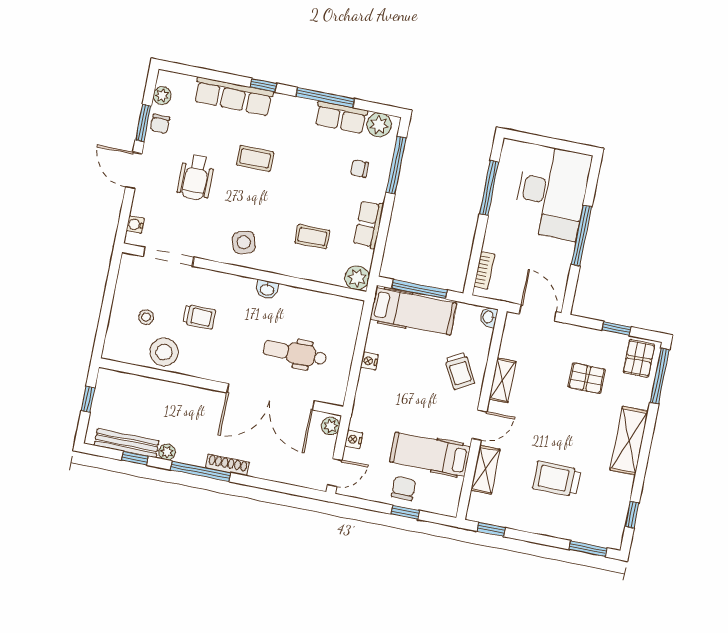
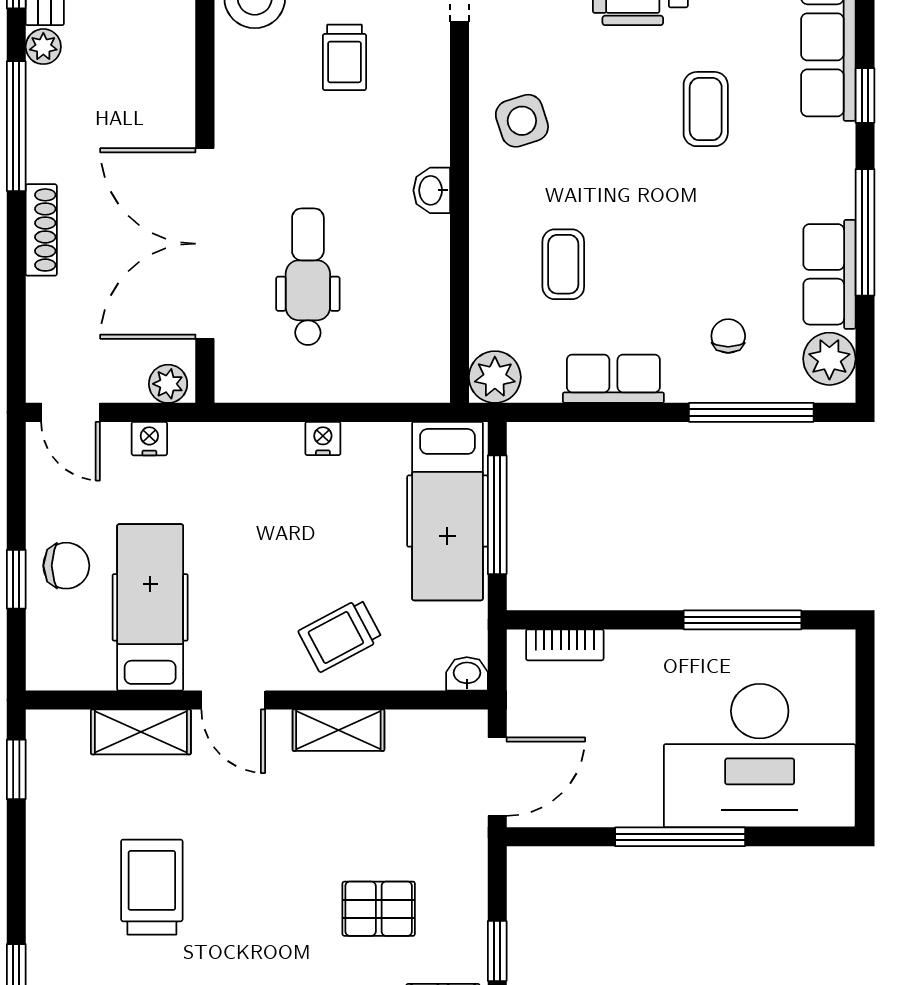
pallet: (587, 378) -> (379, 909), turned 90
shoe rack: (227, 465) -> (41, 230), moved

